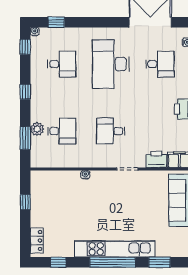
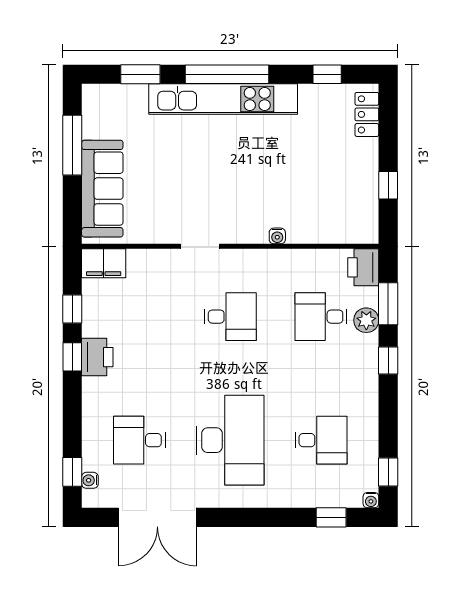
desk: (62, 64) -> (321, 440), turned 180
window: (25, 92) -> (388, 361), moved
printer: (156, 159) -> (363, 267), moved, turned 90

